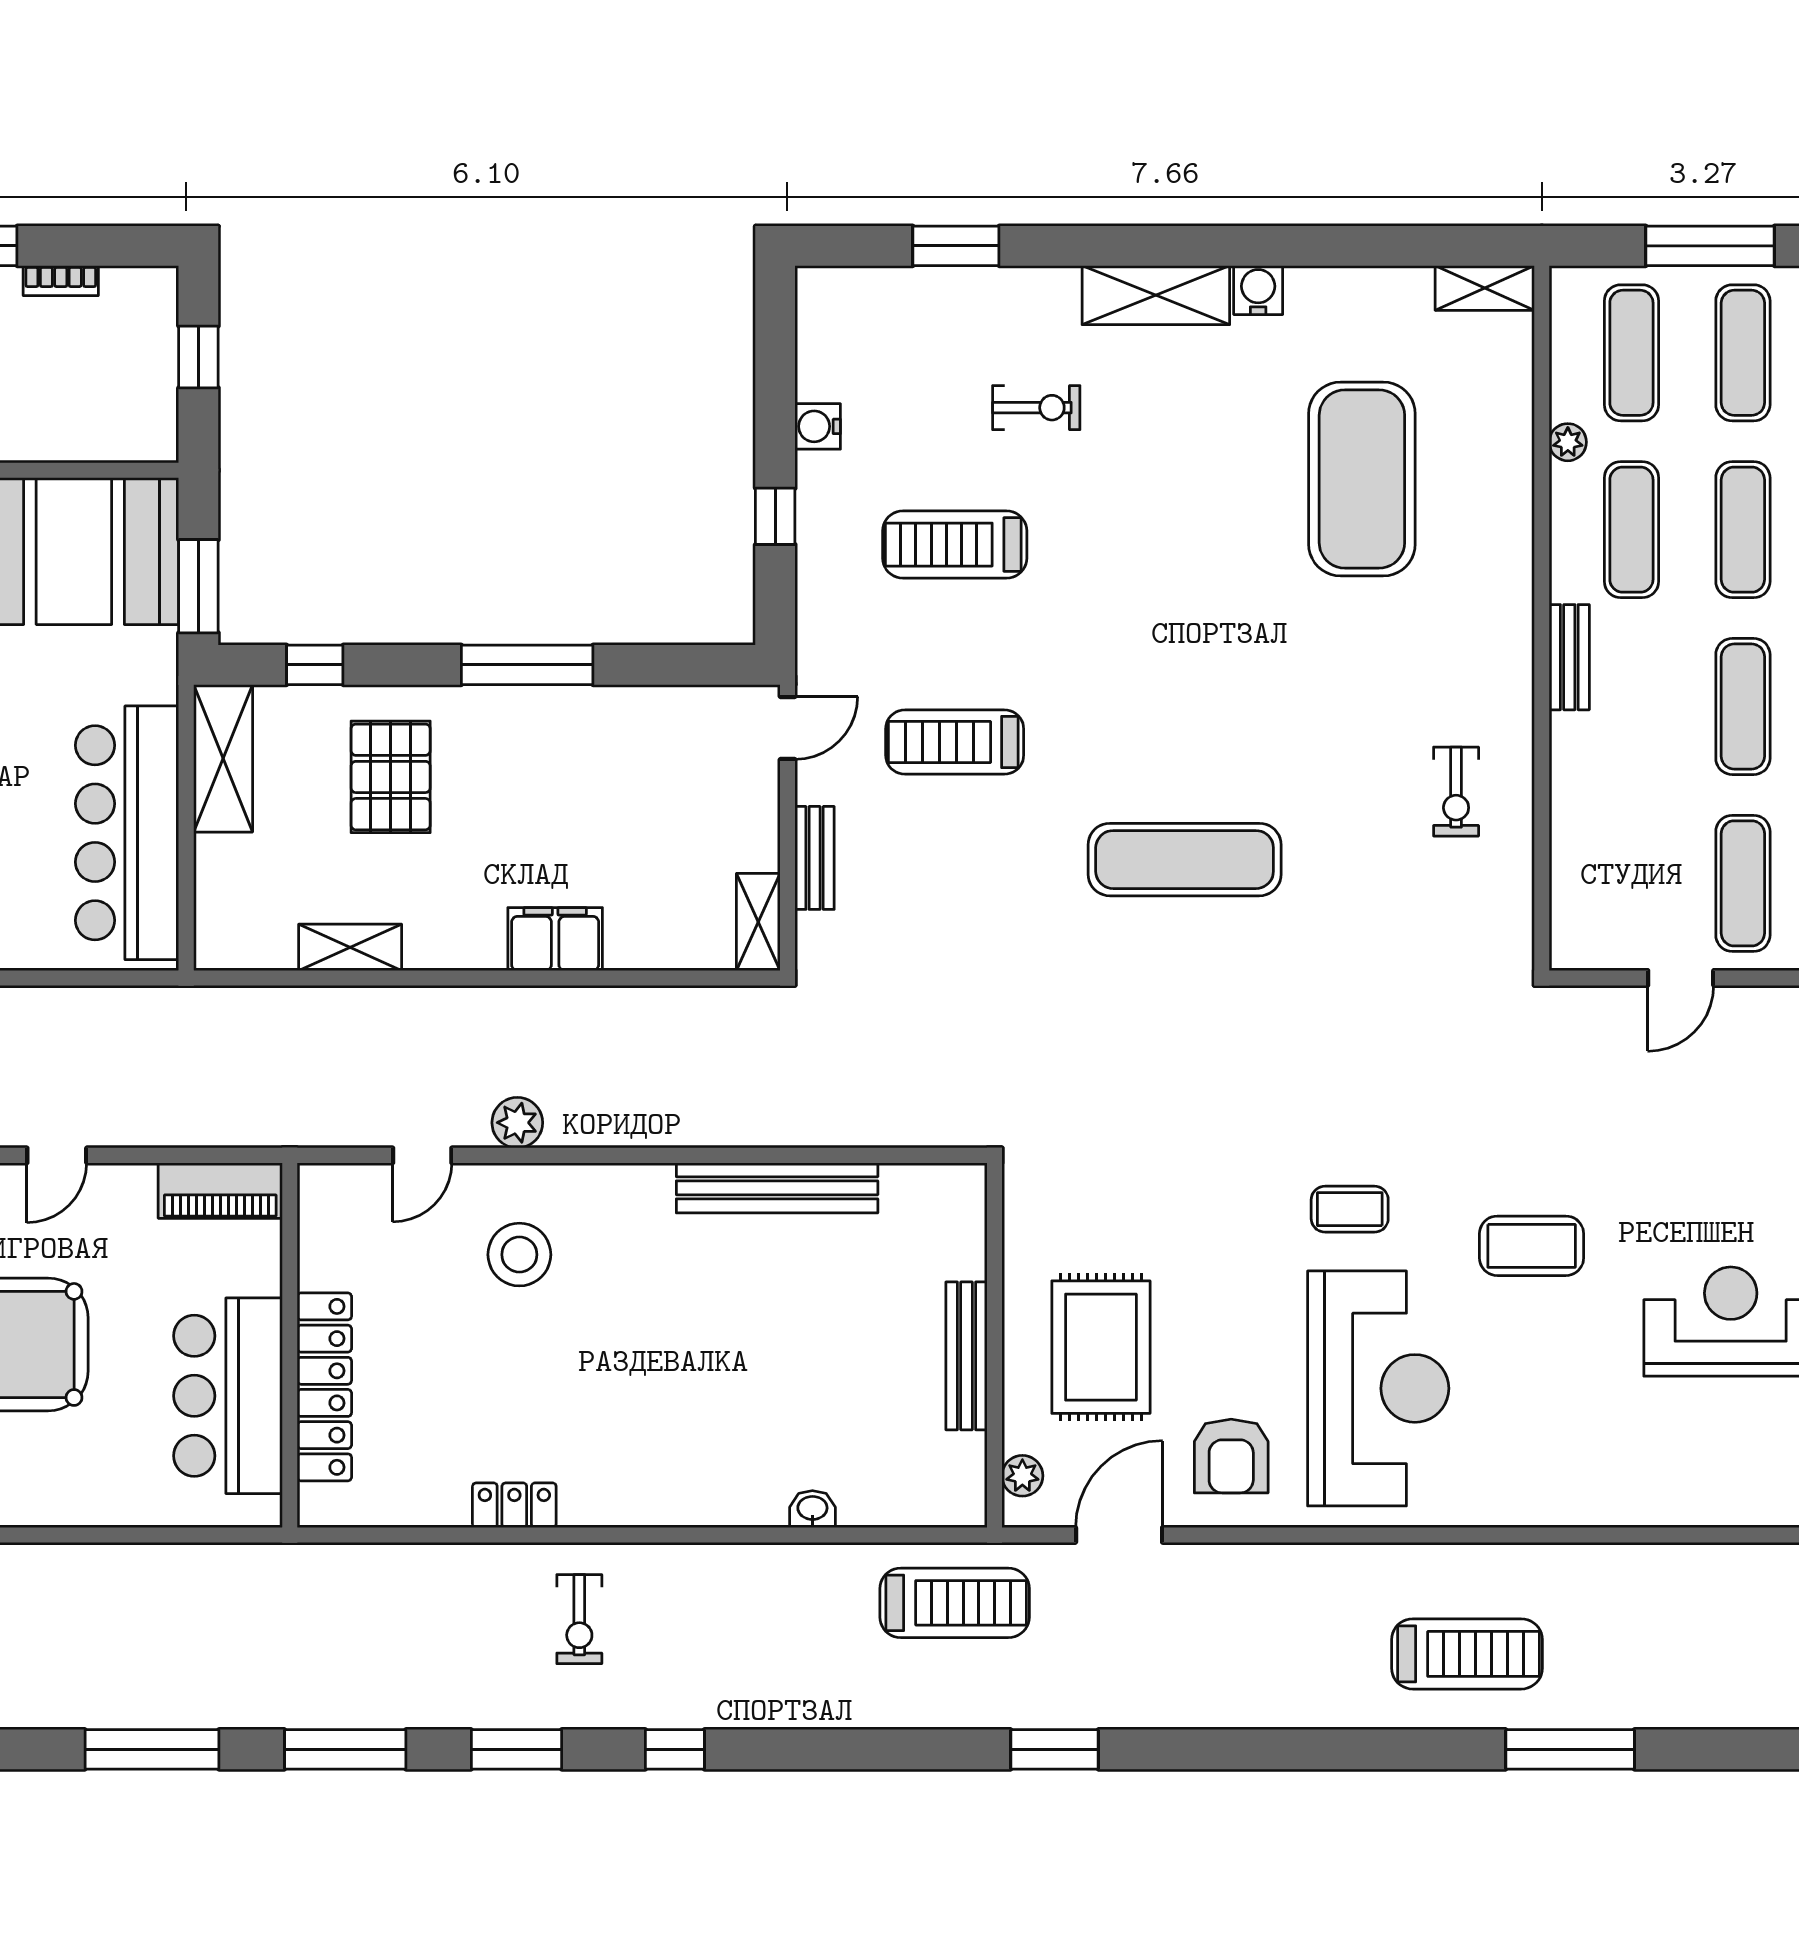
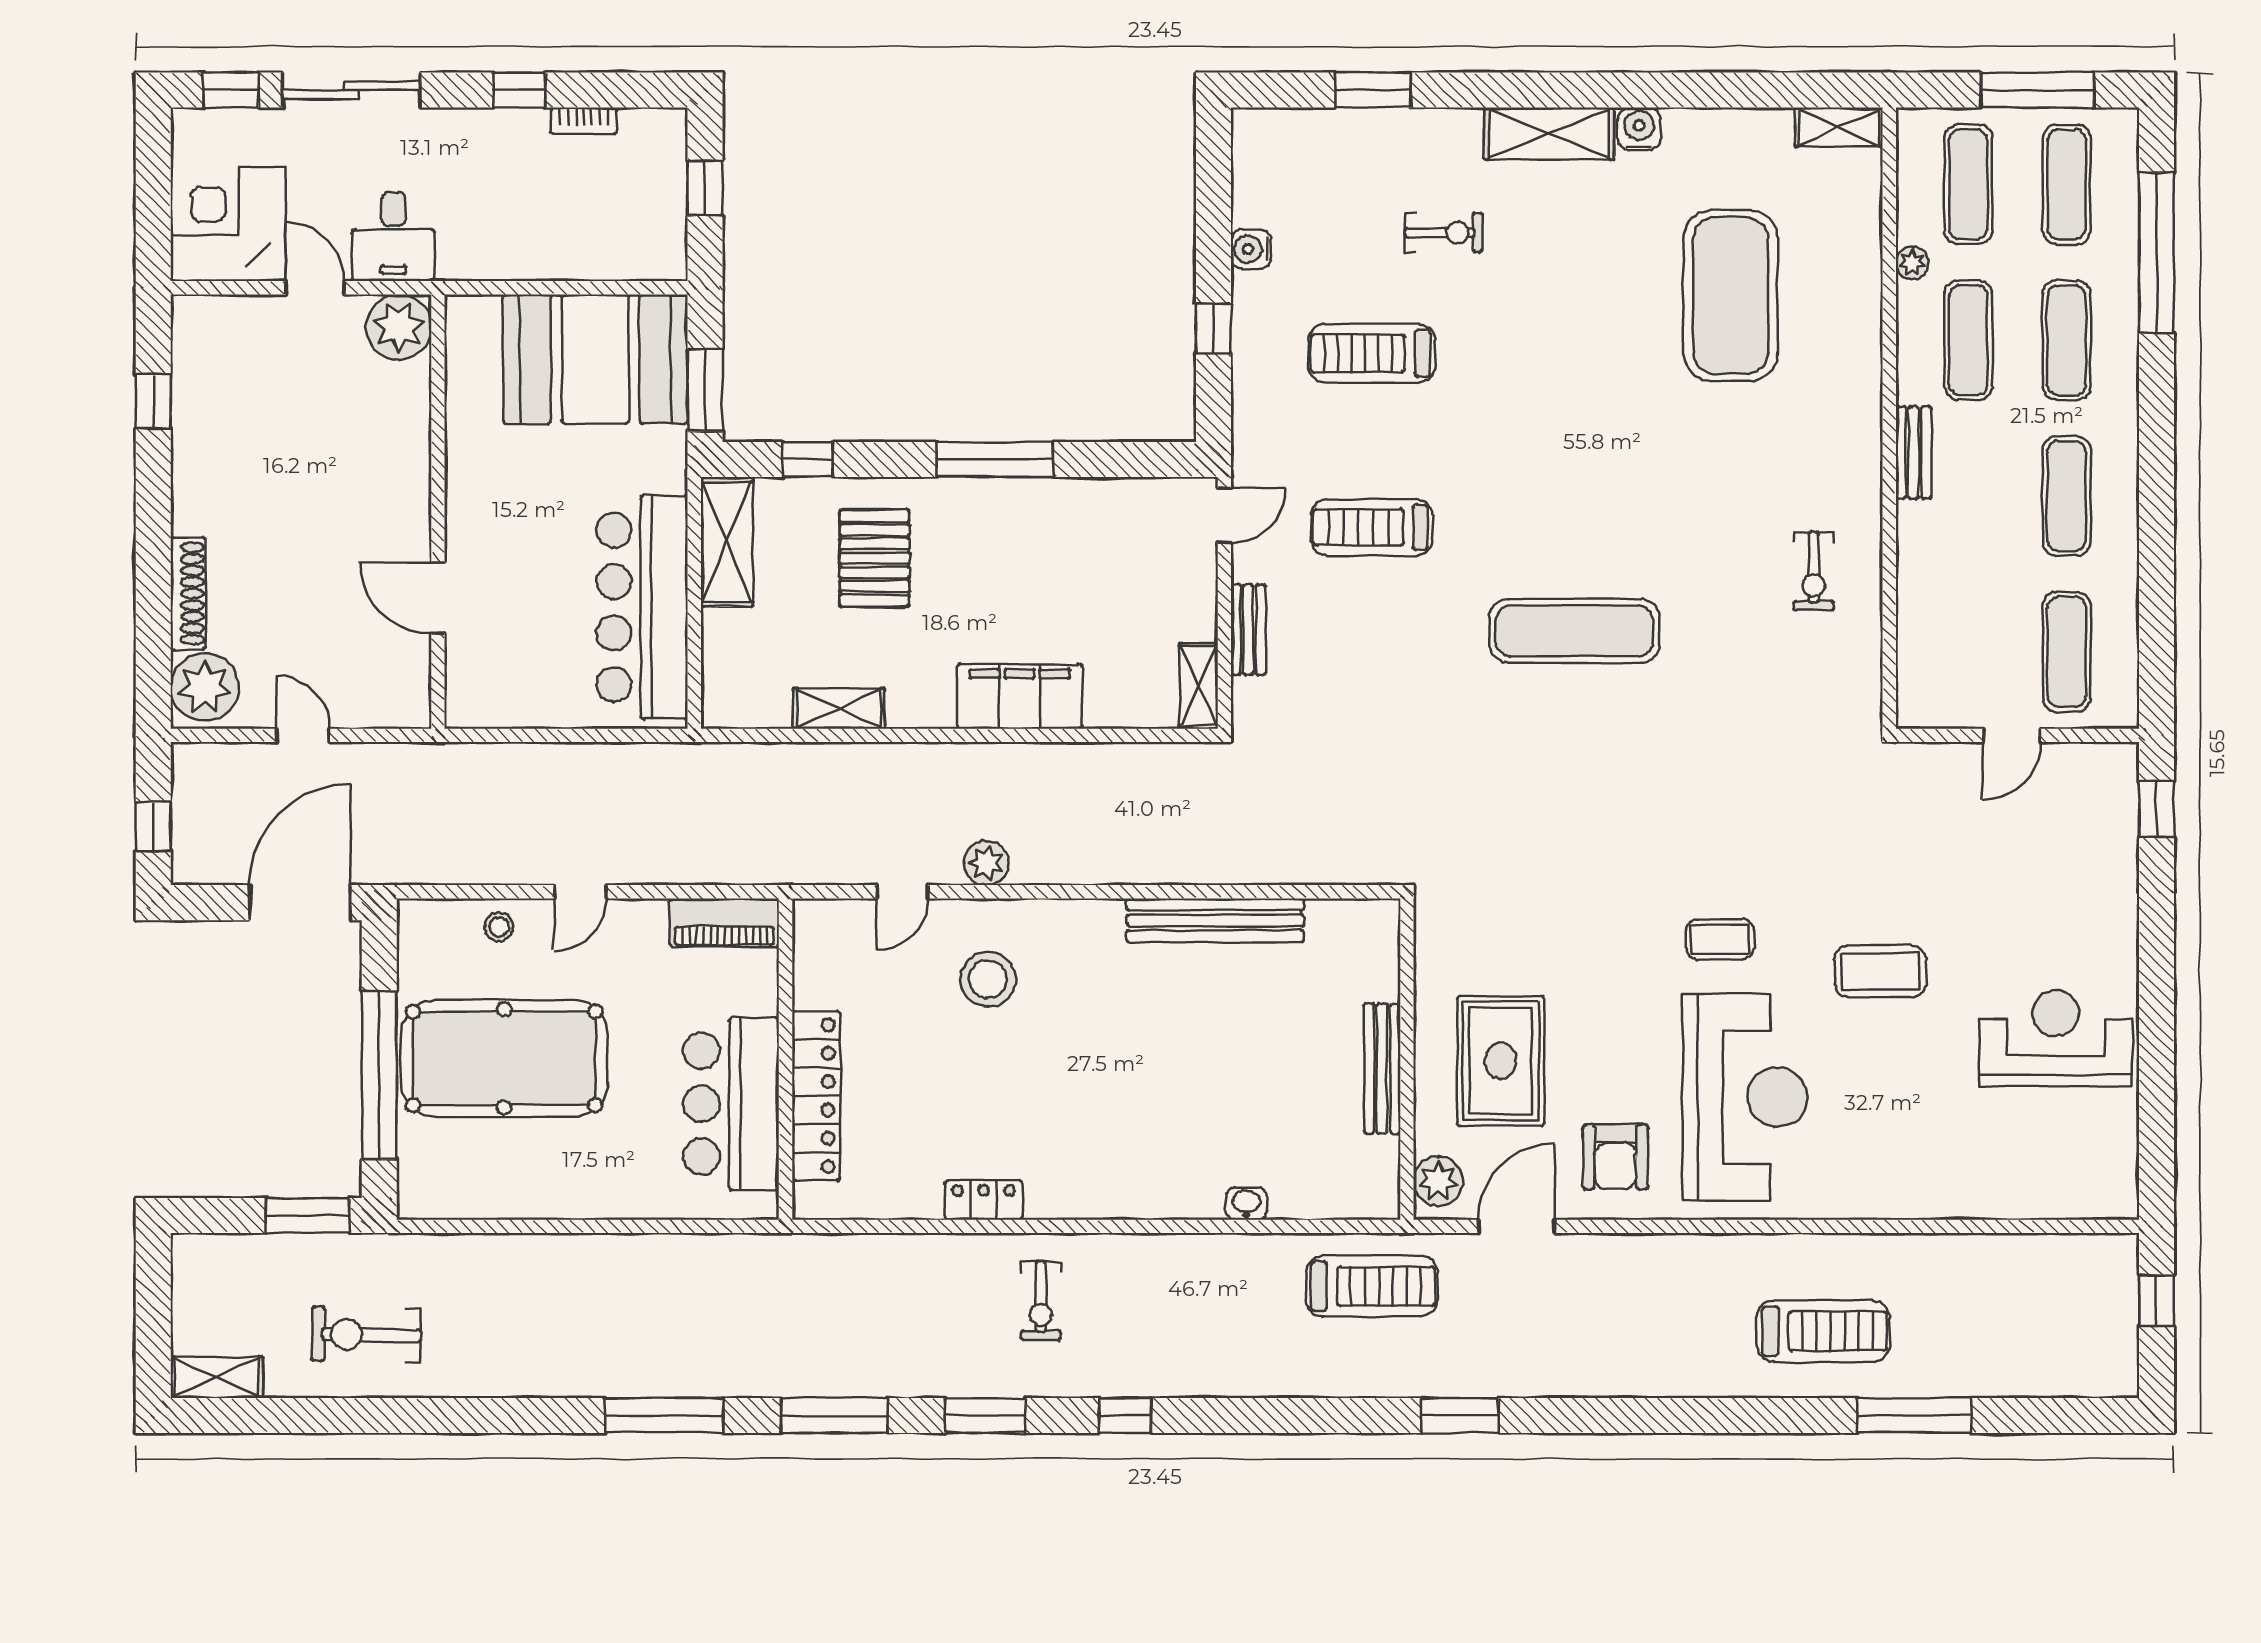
filing cabinet: (555, 939) -> (1020, 696), width x1.50, depth x1.17
plant: (1022, 1476) -> (1438, 1181), width x1.38, depth x1.38

